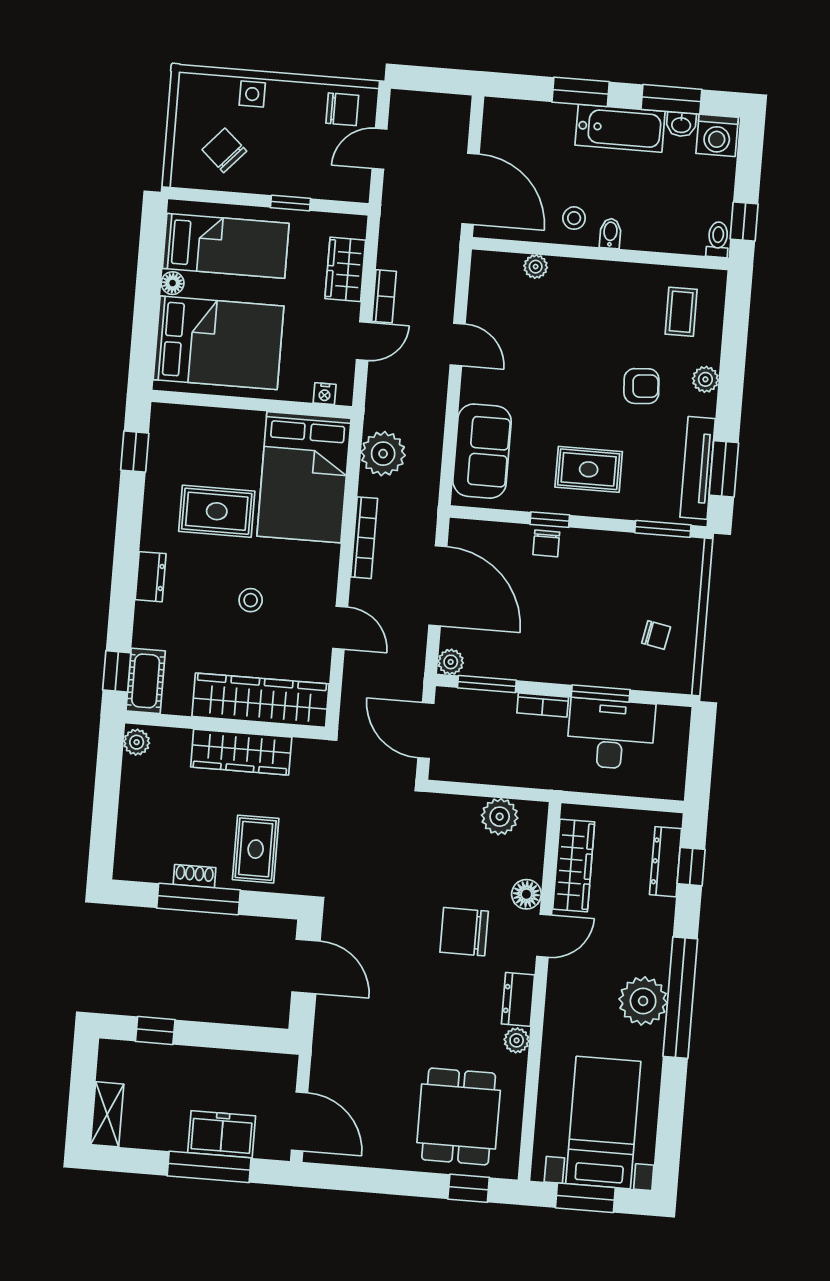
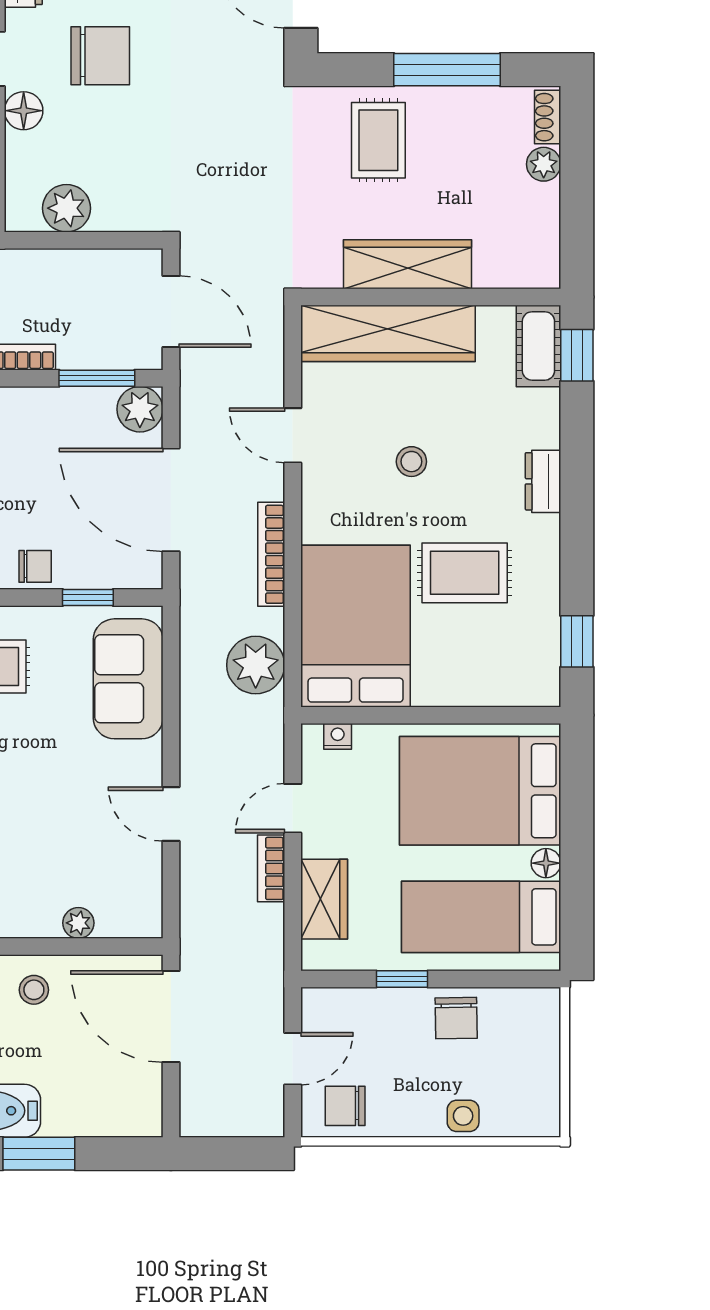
chair: (224, 150) -> (456, 1018), moved, turned 47
window: (550, 520) -> (88, 597), moved
chair: (546, 543) -> (35, 566), turned 90
plant: (451, 662) -> (140, 409), width x1.38, depth x1.38
plant: (137, 742) -> (544, 164), moved
shoe rack: (194, 876) -> (548, 117), moved, turned 90

